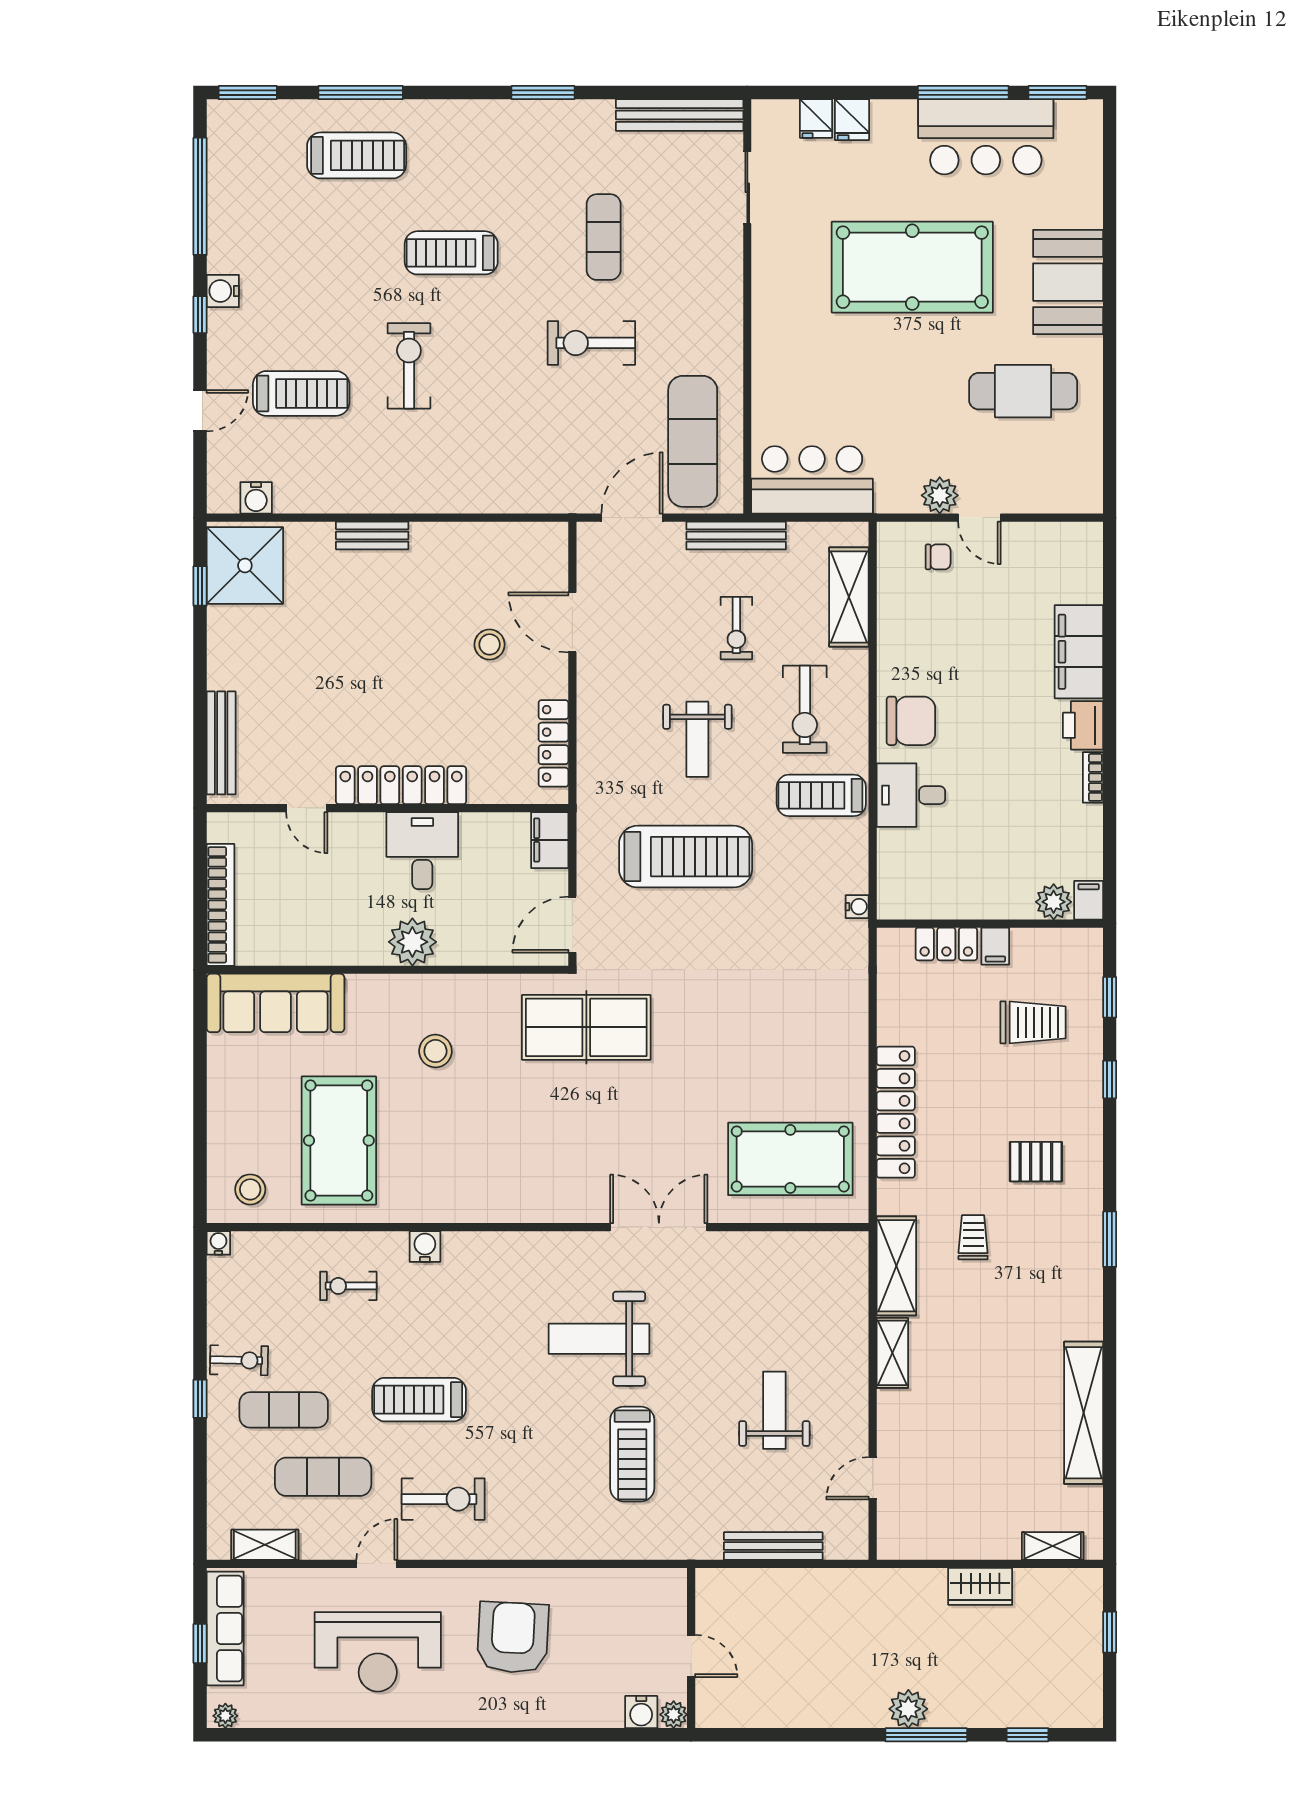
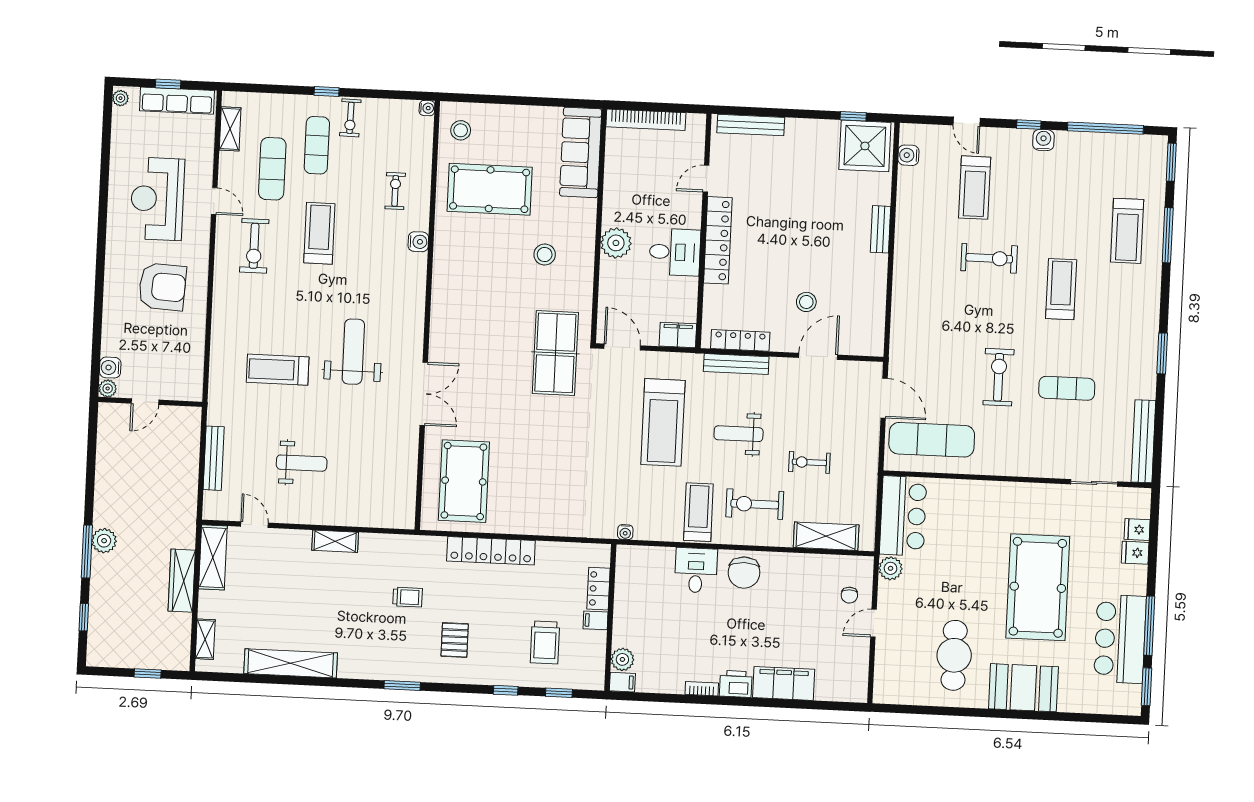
plant: (940, 495) -> (891, 568), moved
bench: (736, 536) -> (736, 364), moved, turned 90
shelving: (896, 1266) -> (213, 557), moved, turned 90
wardrobe: (980, 1586) -> (182, 581), width x1.50

